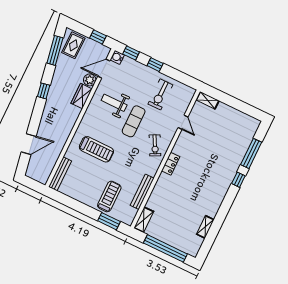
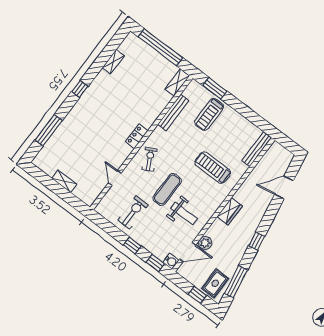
window: (98, 37) -> (198, 295), moved
wardrobe: (82, 96) -> (230, 211), moved
shelving: (207, 100) -> (64, 181), moved
window: (238, 180) -> (80, 89), moved

